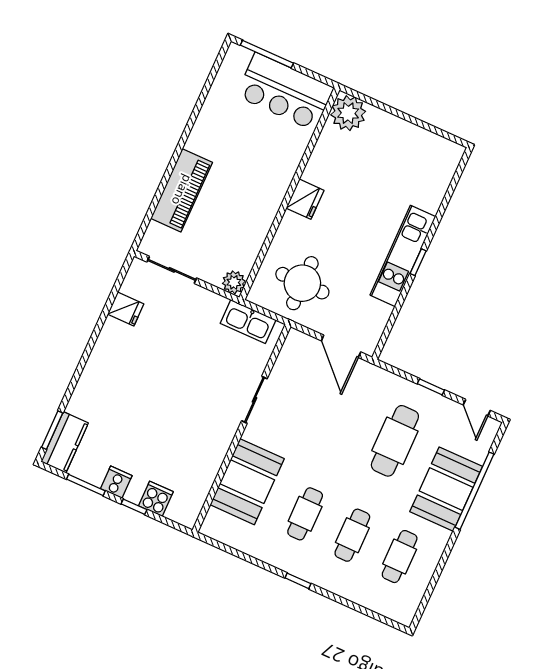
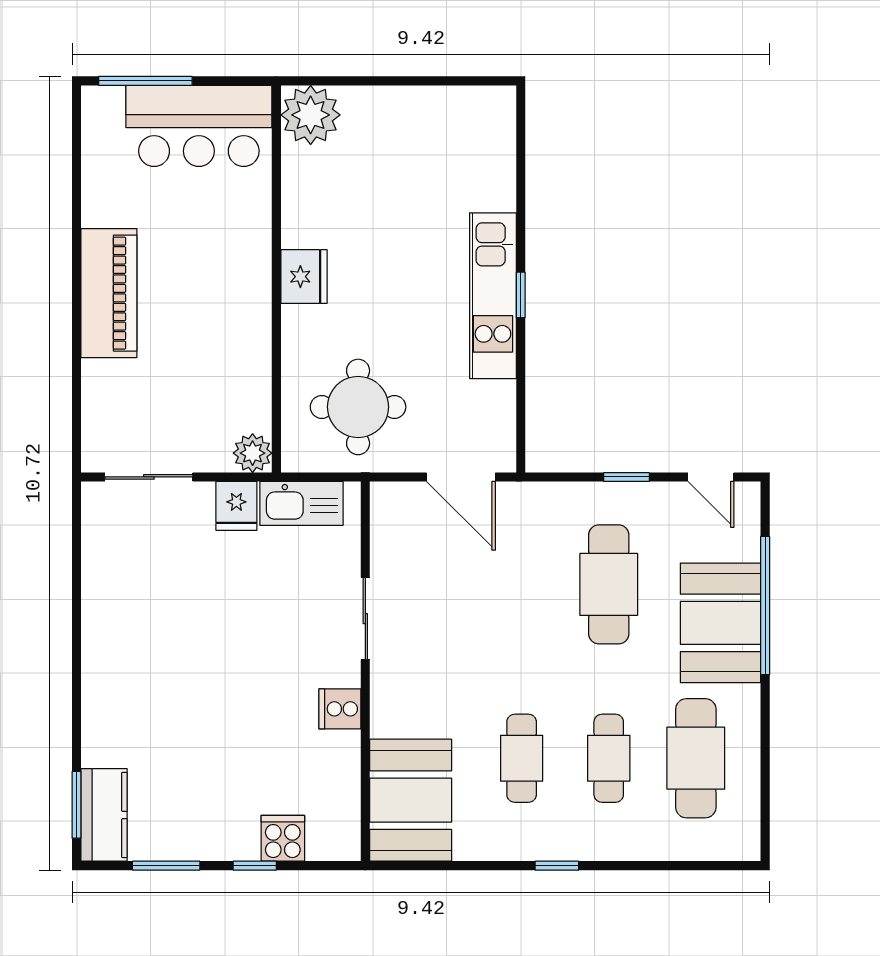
piano: (182, 190) -> (109, 293), moved
fridge: (126, 309) -> (236, 506), moved, turned 90
cooker: (116, 482) -> (340, 709), moved, turned -90
booth: (247, 482) -> (411, 800), moved
cafe table: (400, 557) -> (696, 758), width x1.37, depth x1.35

